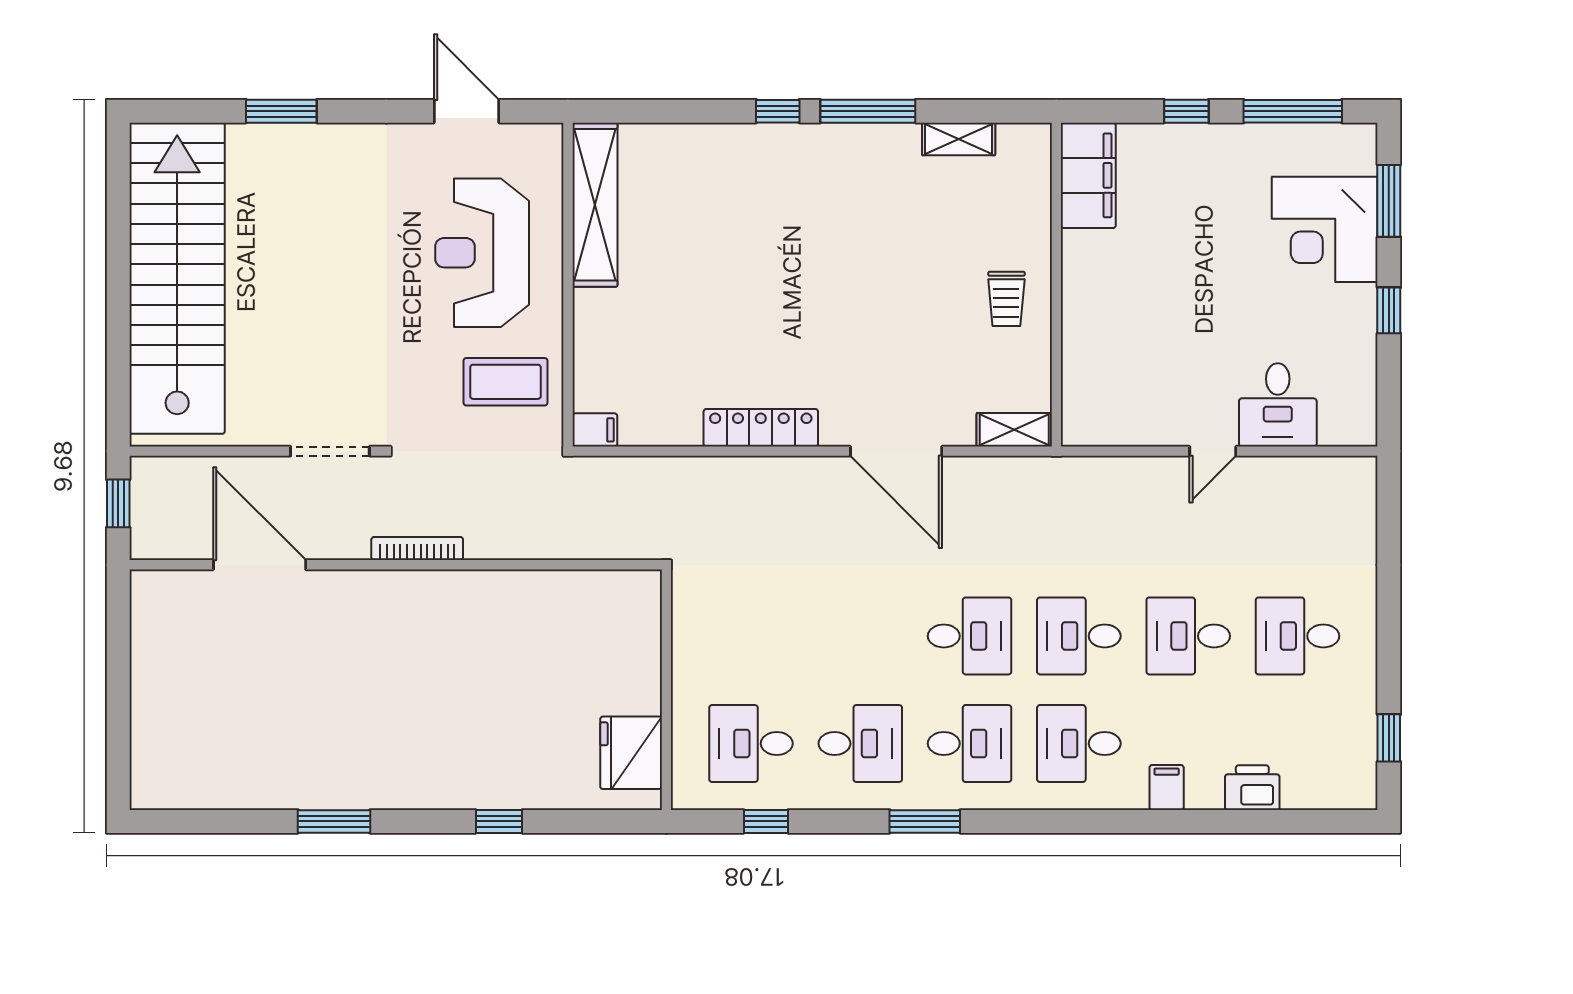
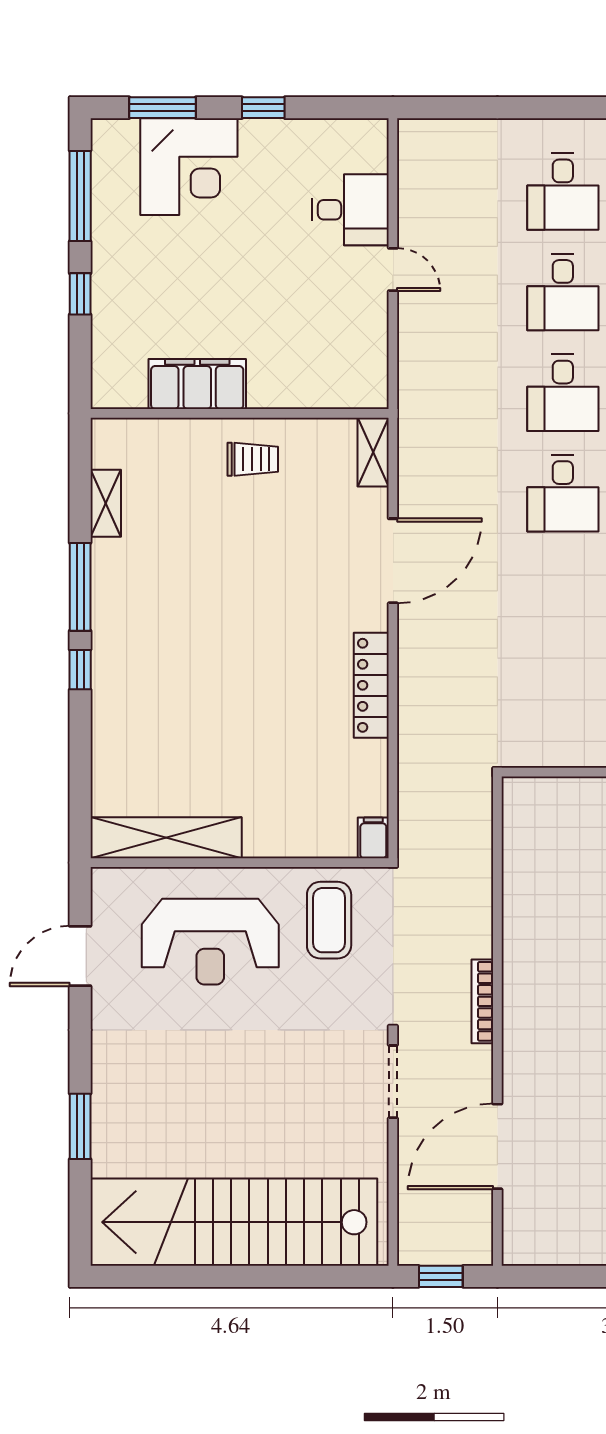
filing cabinet: (1088, 175) -> (197, 384), moved
desk: (970, 636) -> (563, 493), turned 180

